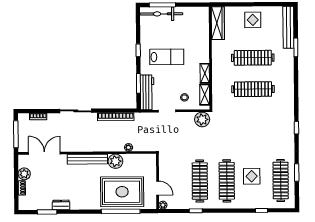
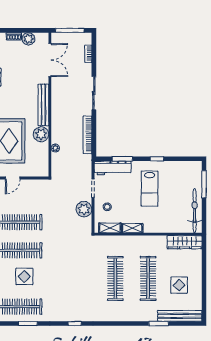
bicycle: (161, 14) -> (195, 211), moved
display table: (253, 20) -> (179, 285), moved
plant: (202, 119) -> (84, 209), moved

